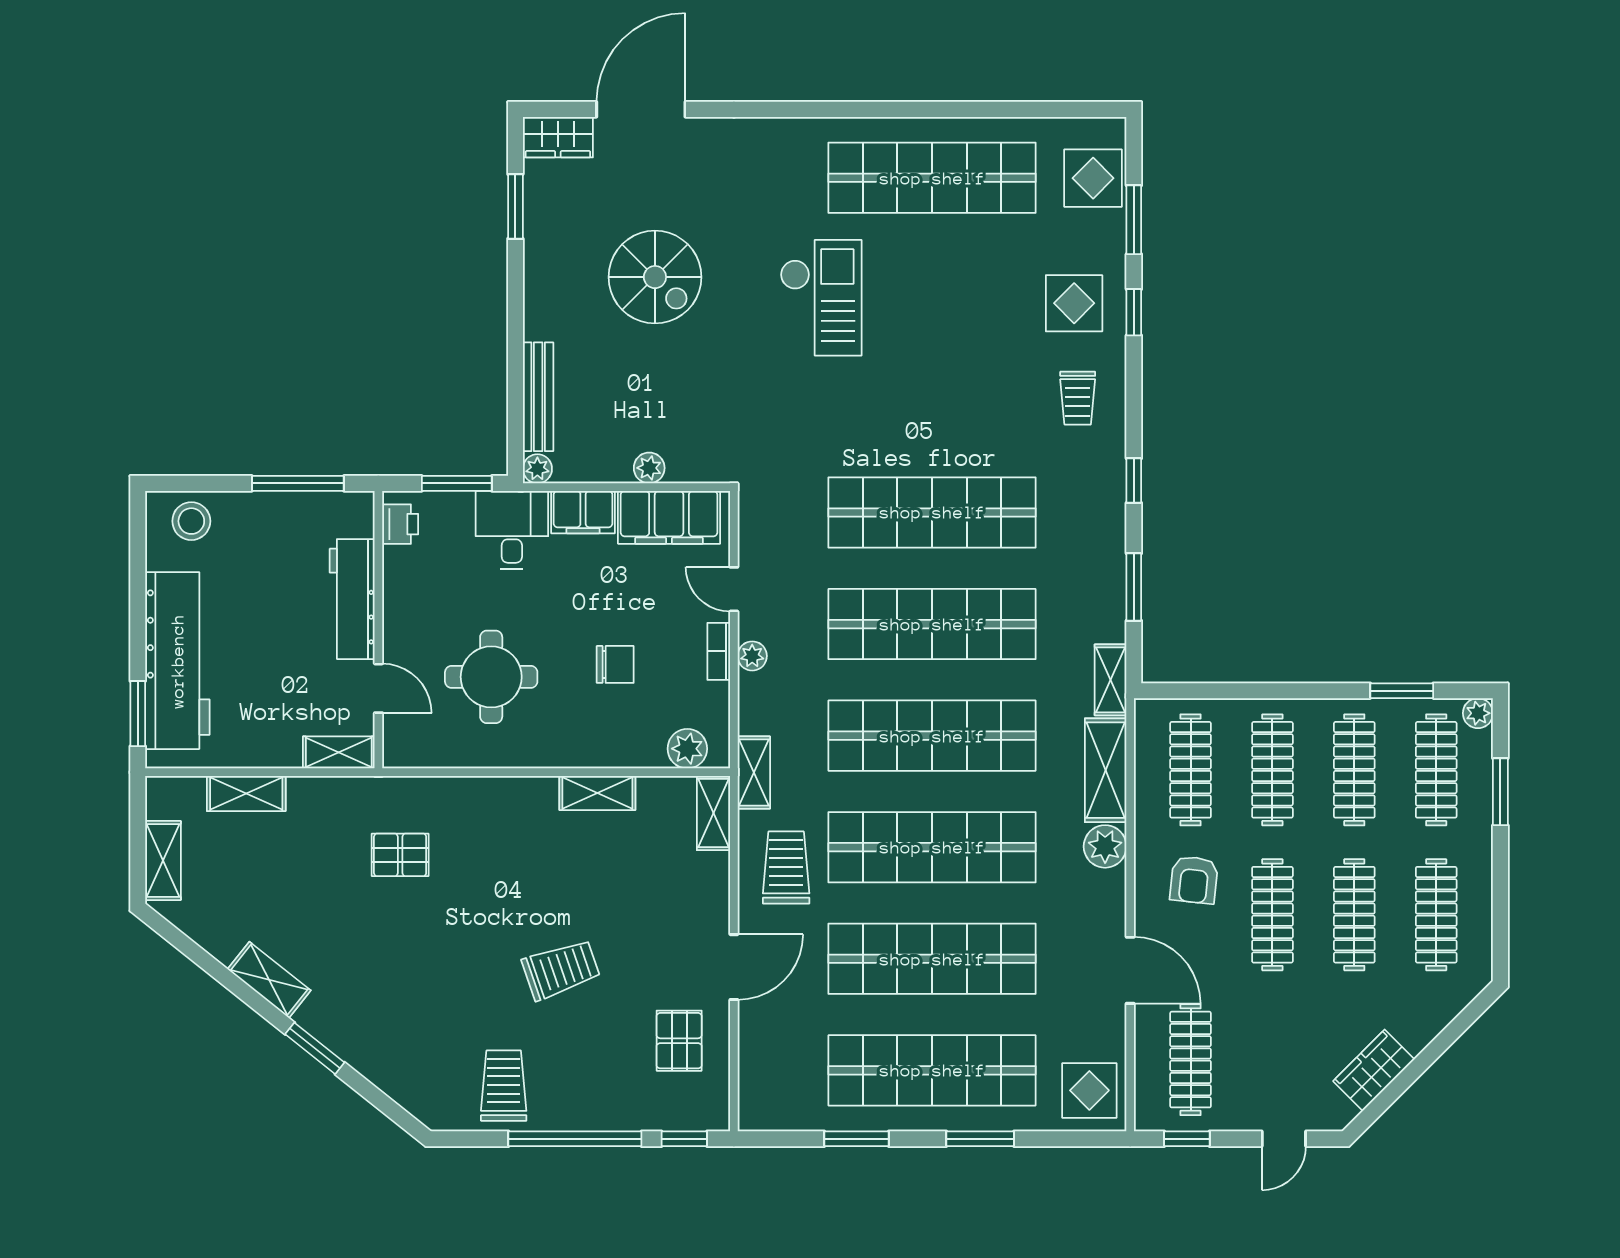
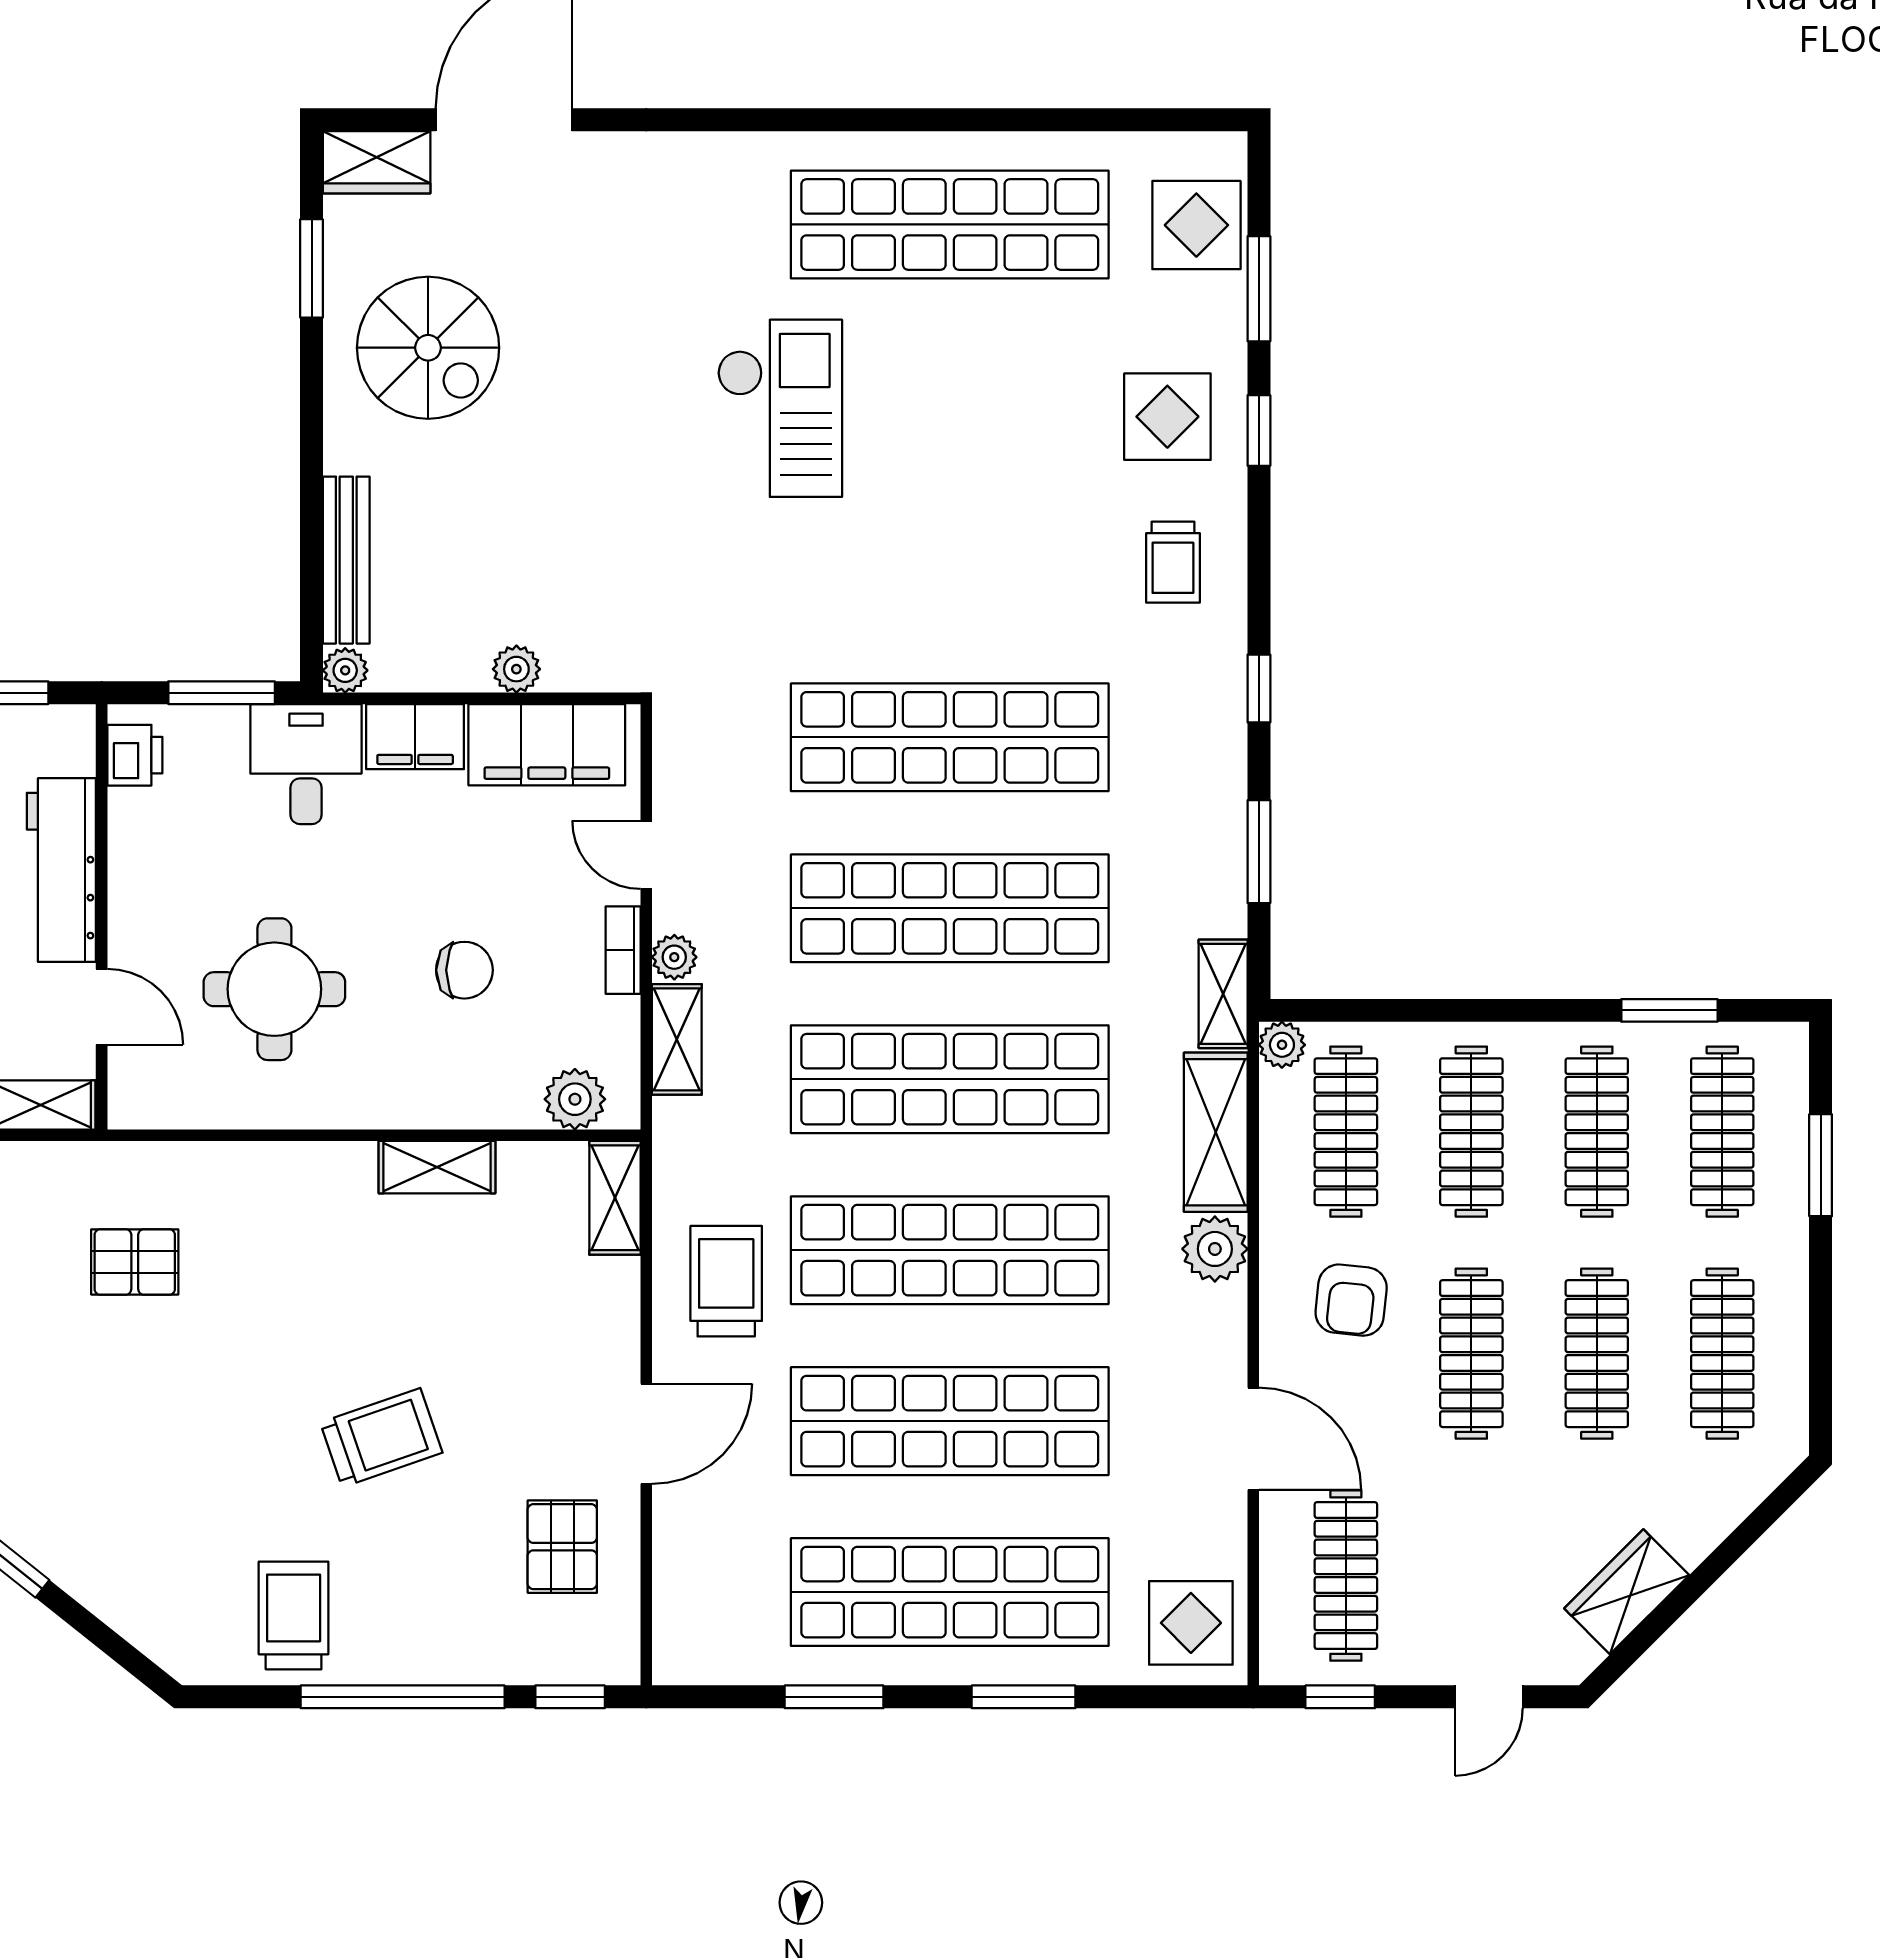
spiral stairs: (655, 277) -> (428, 348), moved
plant: (1478, 713) -> (1282, 1045), moved
shelving: (754, 773) -> (677, 1039), moved

